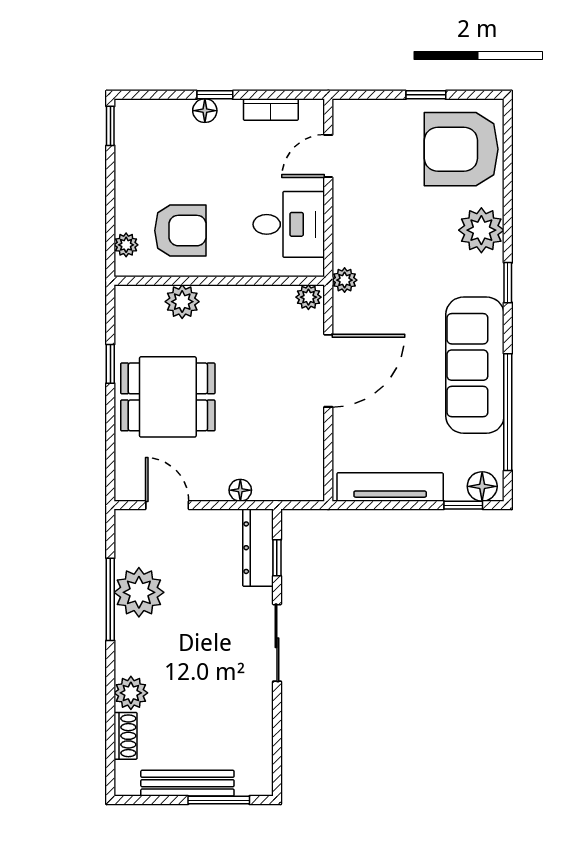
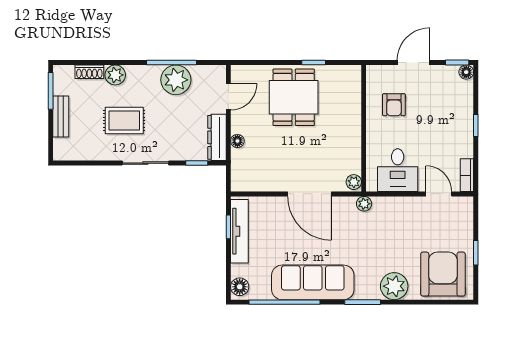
bookcase: (271, 110) -> (467, 175), moved
floor lamp: (205, 111) -> (466, 72), moved
door: (110, 198) -> (413, 63), added
armchair: (180, 231) -> (394, 105), width x0.72, depth x0.72
plant: (126, 245) -> (385, 72), removed
window: (508, 283) -> (363, 302), width x1.50
plant: (182, 302) -> (351, 106), removed
window: (463, 505) -> (228, 227), moved
dresser: (258, 548) -> (217, 137), moved, turned -90
rug: (206, 678) -> (124, 120), added
bench: (187, 783) -> (61, 117), width x0.73
window: (219, 800) -> (51, 91), moved

